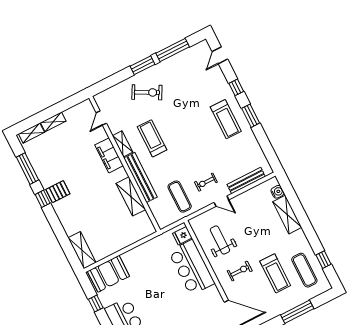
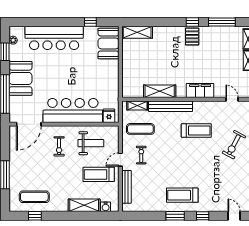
shelving: (123, 144) -> (137, 105), moved
bar counter: (192, 267) -> (73, 110), width x1.36
treadmill: (275, 273) -> (99, 174), moved

